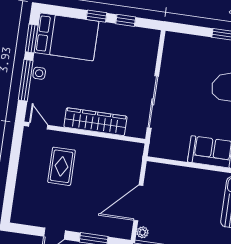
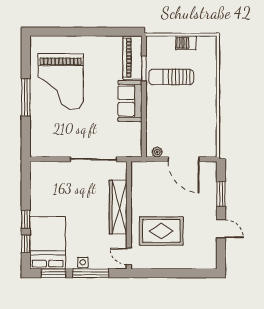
window: (126, 20) -> (26, 244), moved
door: (38, 126) -> (129, 256), hinge flipped
rug: (62, 166) -> (161, 231), width x1.36, depth x1.43
plant: (143, 232) -> (157, 152), moved

